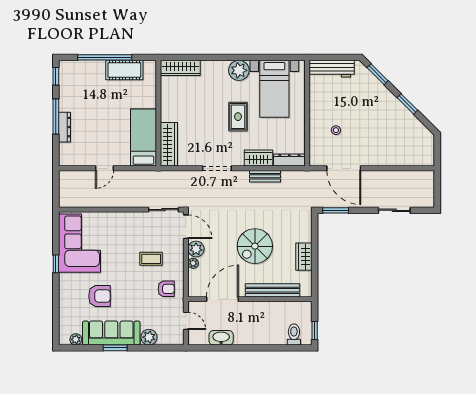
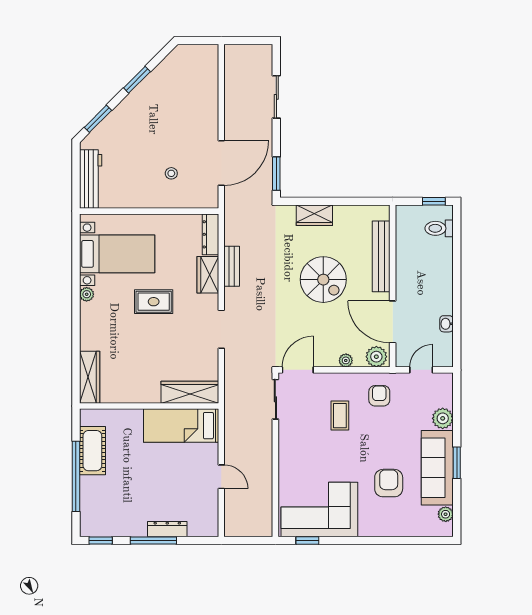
plant: (239, 70) -> (87, 294), width x0.53, depth x0.53
plant: (196, 249) -> (376, 357), moved
wardrobe: (304, 257) -> (314, 215), moved
window: (56, 264) -> (307, 540), moved
washbasin: (221, 338) -> (446, 324), width x0.52, depth x0.69

